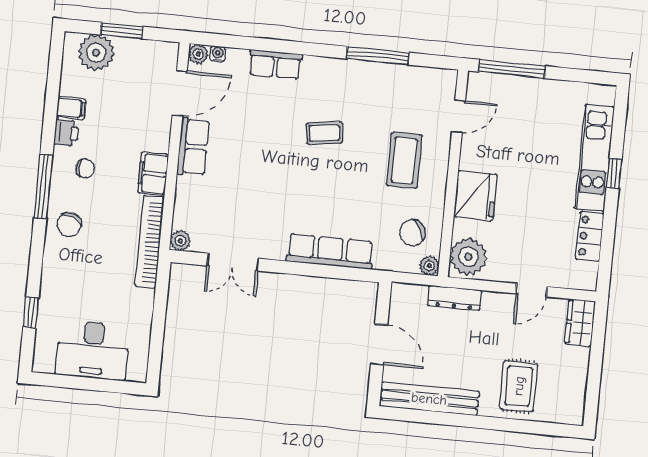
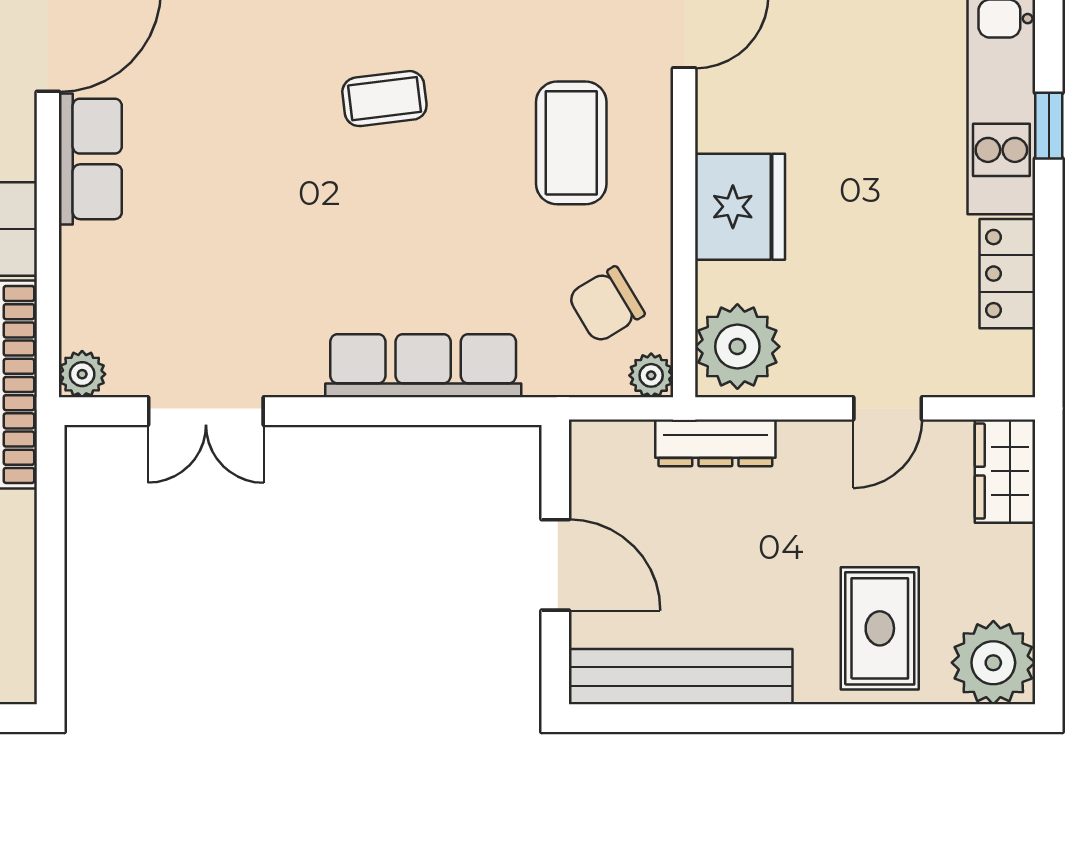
plant: (567, 406) -> (993, 663), added

